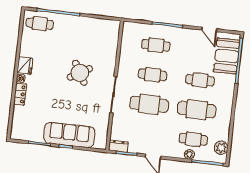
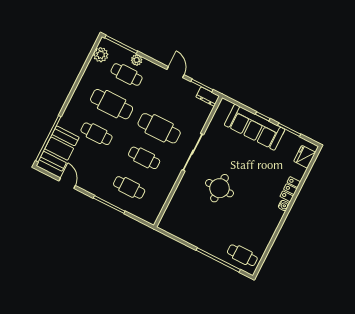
fridge: (25, 66) -> (305, 157), moved
round table: (80, 73) -> (219, 188), turned 30

